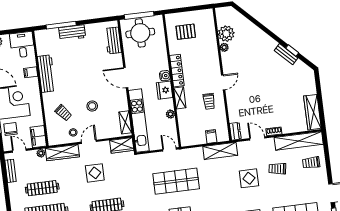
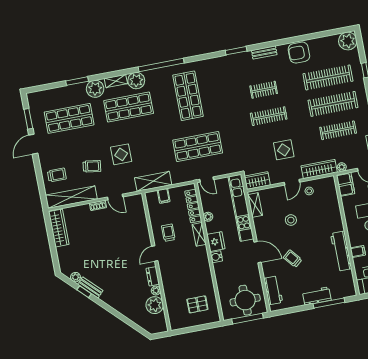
plant: (300, 65) -> (75, 277), added
locker: (177, 71) -> (193, 206), moved
trolley: (63, 113) -> (293, 259), moved
dresser: (235, 131) -> (153, 276), moved

